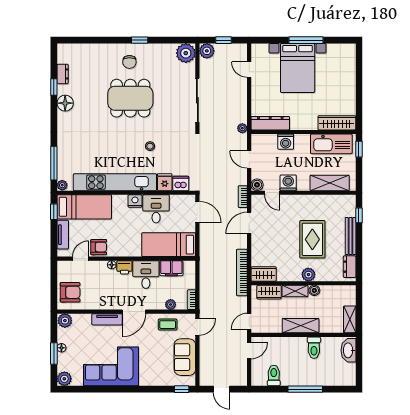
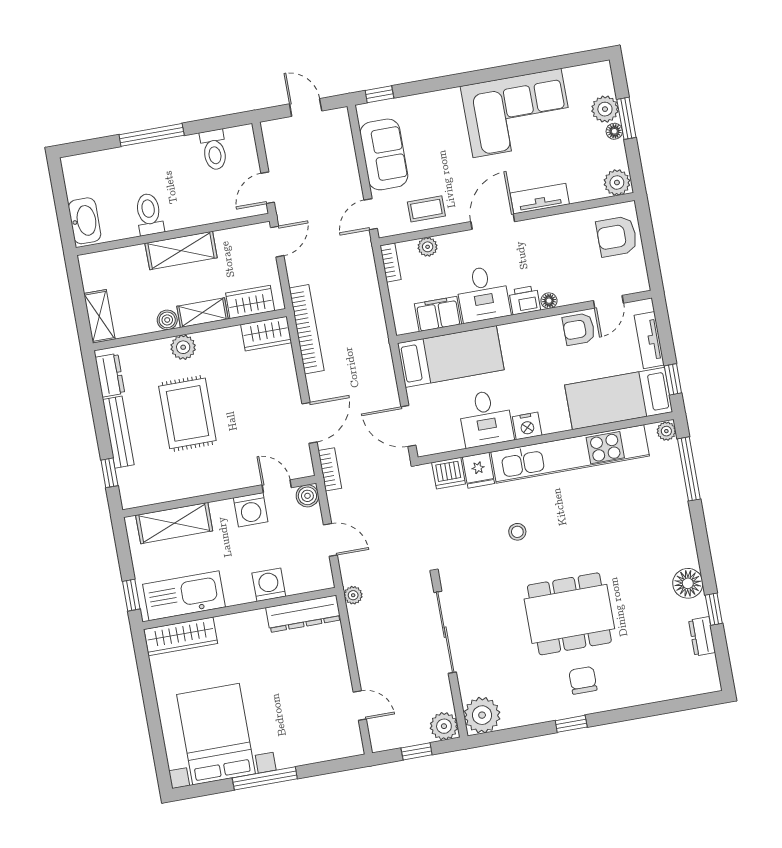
bed with nightstands: (298, 68) -> (216, 734), moved
shelving: (350, 319) -> (99, 316), moved
plant: (64, 379) -> (605, 109), moved

